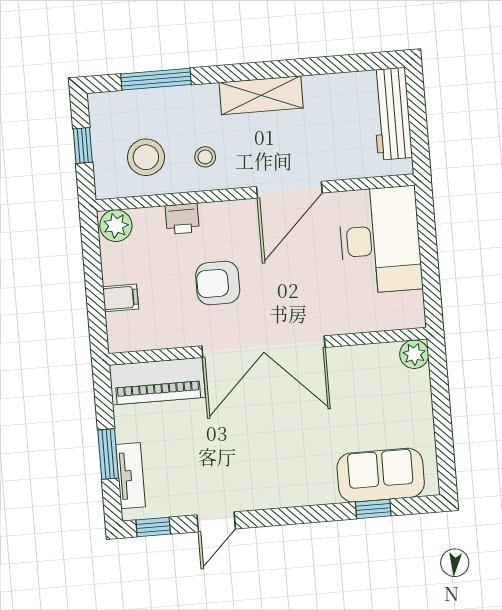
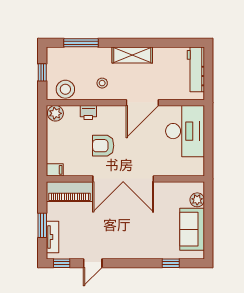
stool: (146, 157) -> (65, 89), moved
filing cabinet: (121, 298) -> (55, 170), moved
plant: (414, 354) -> (197, 200), moved
sofa: (381, 475) -> (192, 229), moved, turned -90

